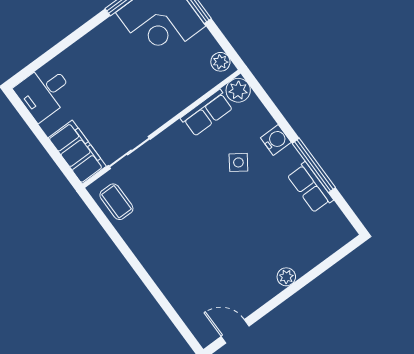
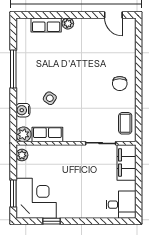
water cooler: (276, 140) -> (23, 110), moved
row of seats: (310, 188) -> (46, 25), moved, turned 90
chair: (162, 248) -> (120, 83), added

